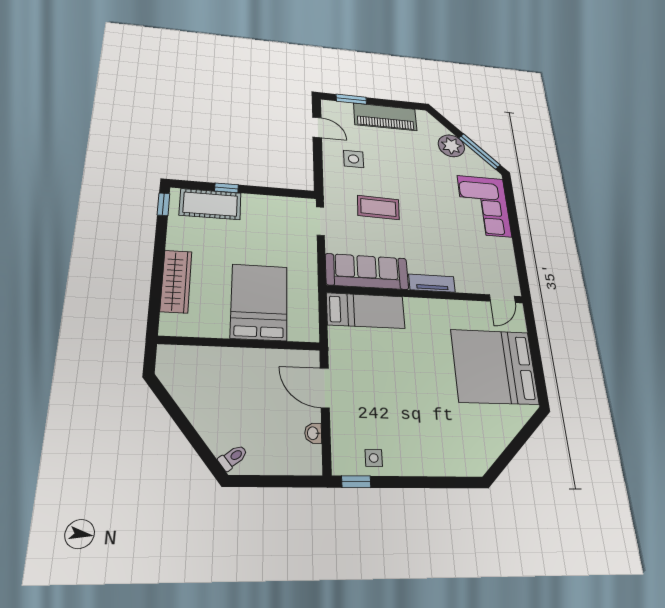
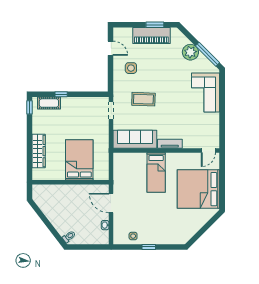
window: (351, 99) -> (155, 25), moved
cot: (210, 204) -> (49, 103), width x0.73, depth x0.75
bed: (366, 311) -> (156, 173), moved, turned 90
window: (356, 482) -> (149, 247), moved

